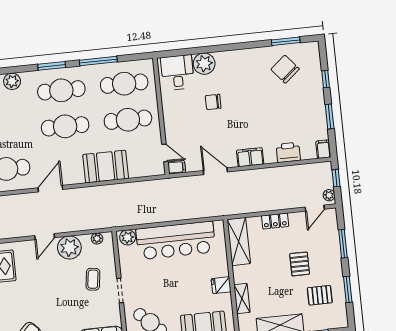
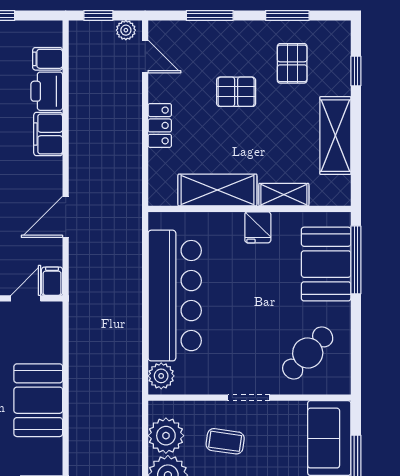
filing cabinet: (323, 149) -> (48, 59), moved
filing cabinet: (250, 157) -> (48, 134), moved
plant: (97, 239) -> (166, 436), width x1.87, depth x1.87
shelving: (239, 241) -> (217, 190), moved

